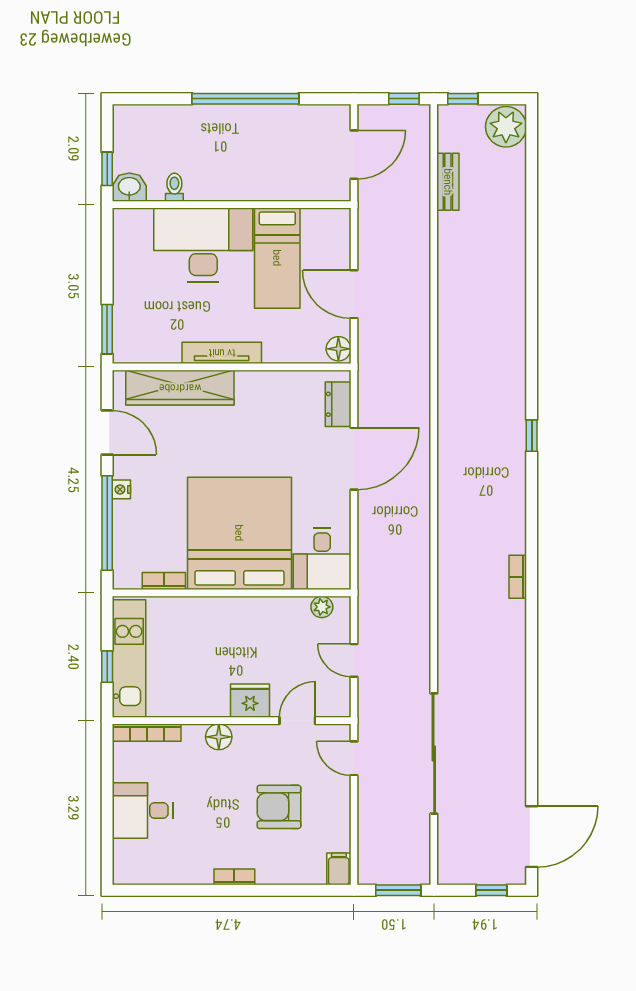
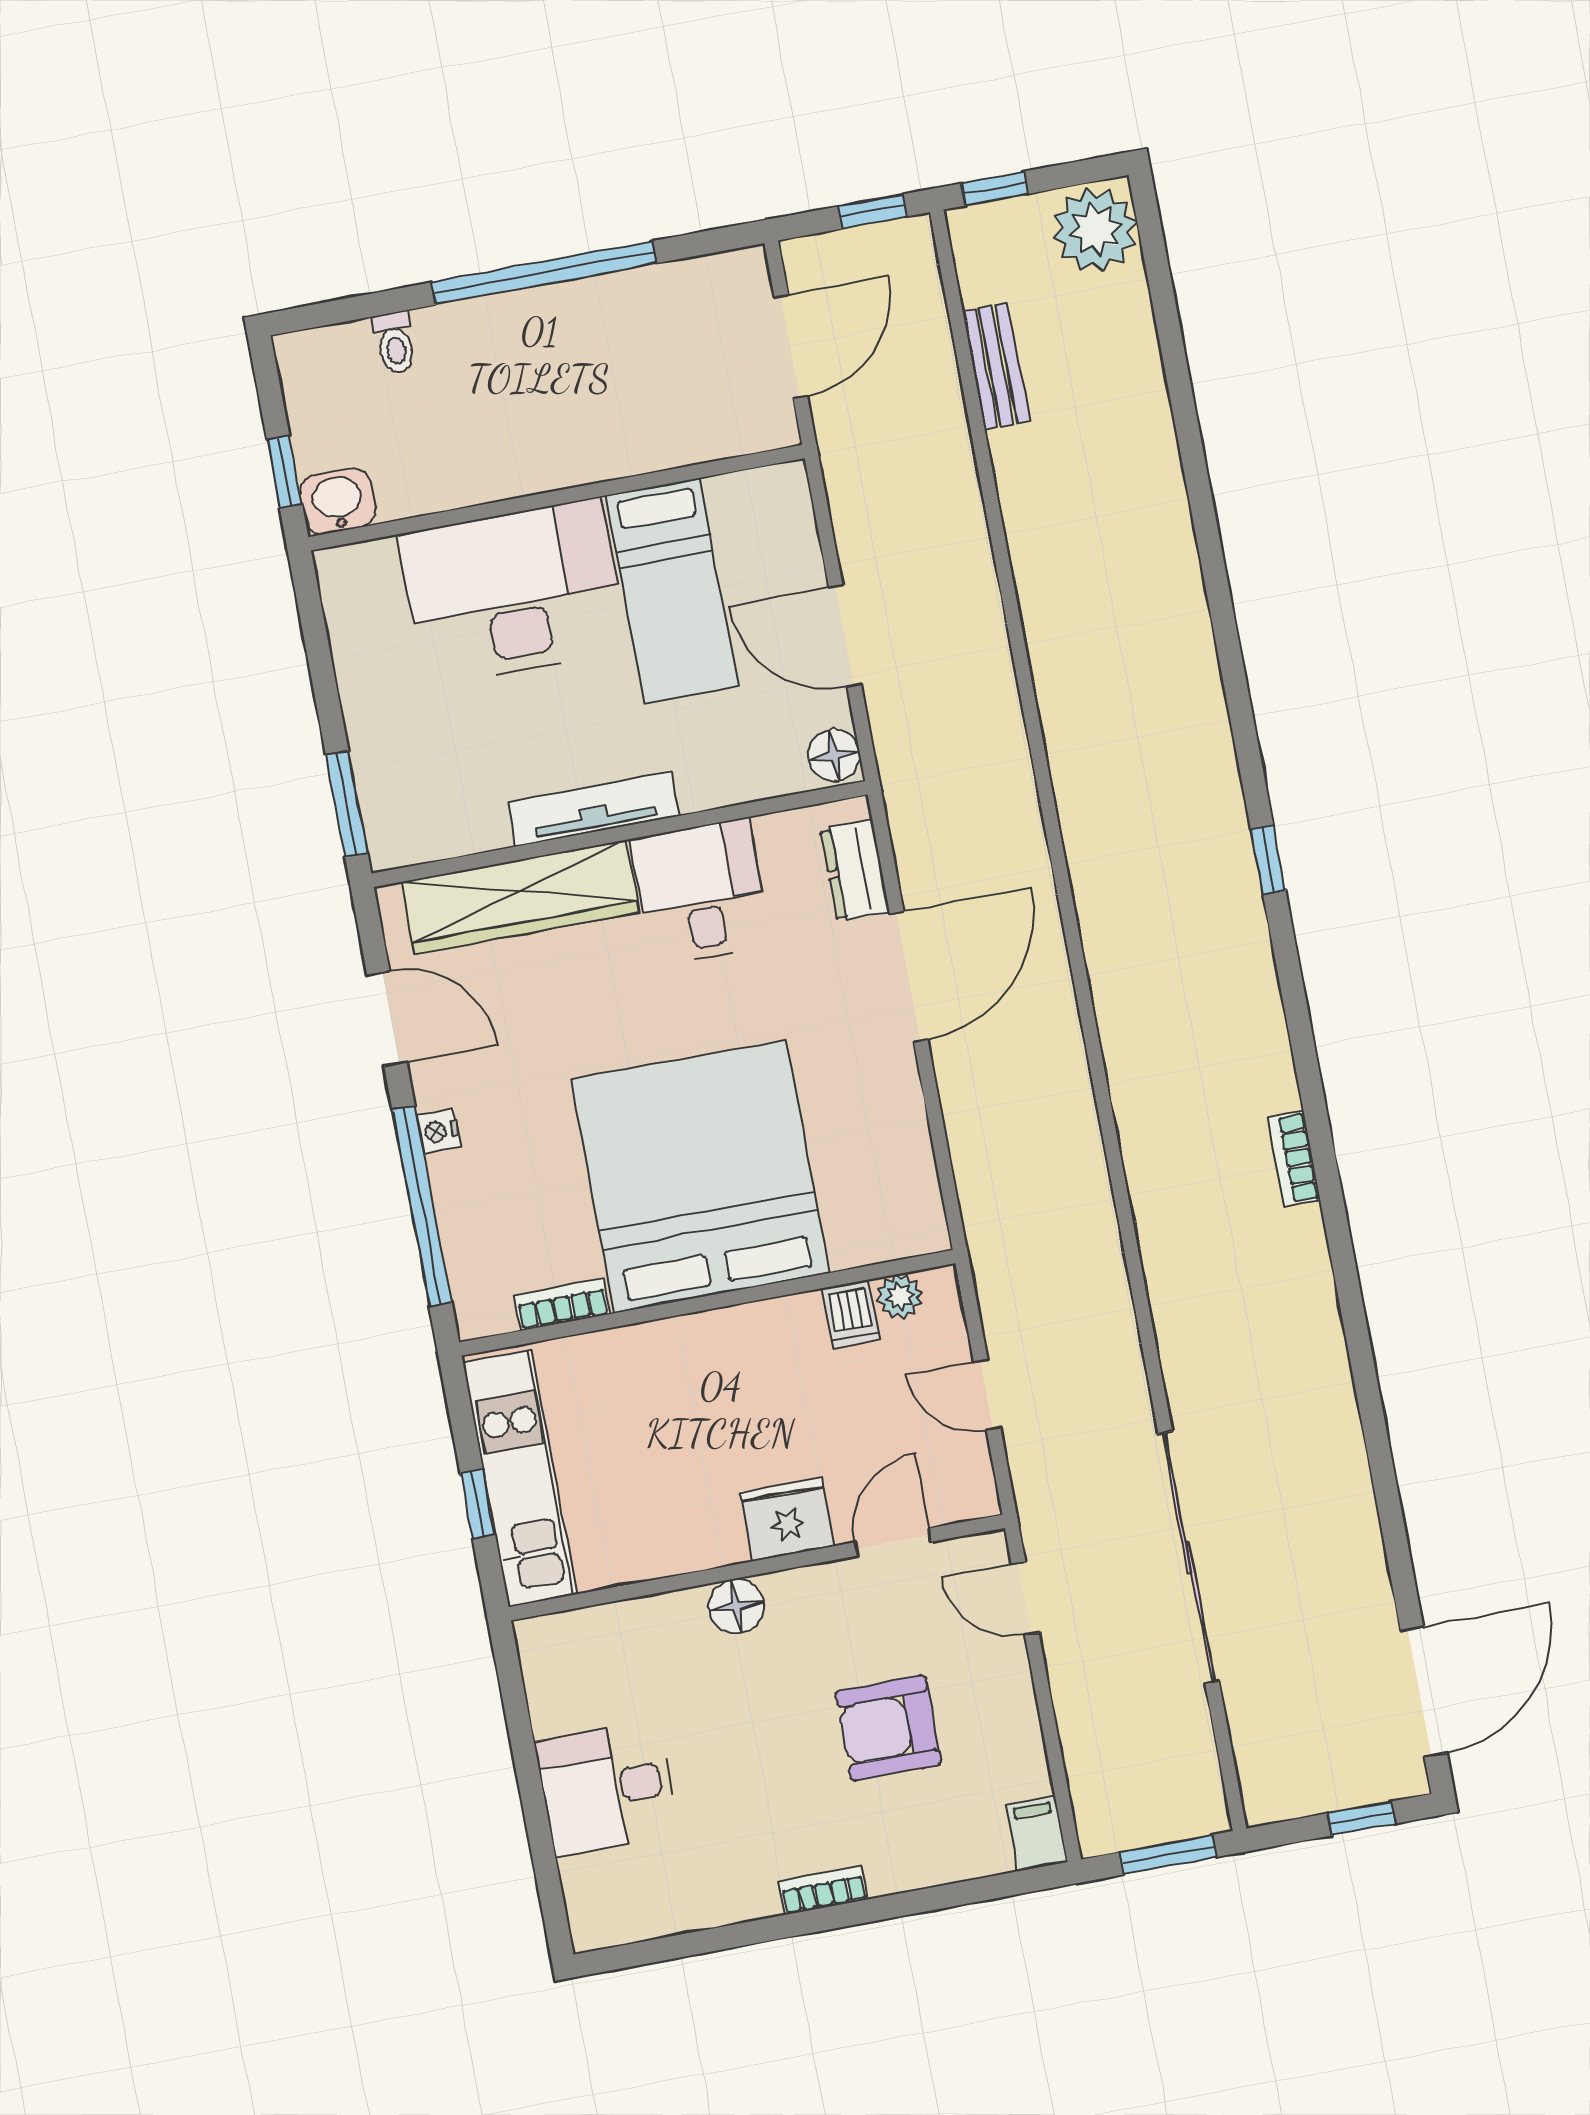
toilet: (174, 187) -> (395, 343), moved, turned 180
desk: (322, 559) -> (701, 892), moved, turned 180
dishwasher: (298, 611) -> (851, 1314), added
bookcase: (147, 733) -> (585, 1625), removed

